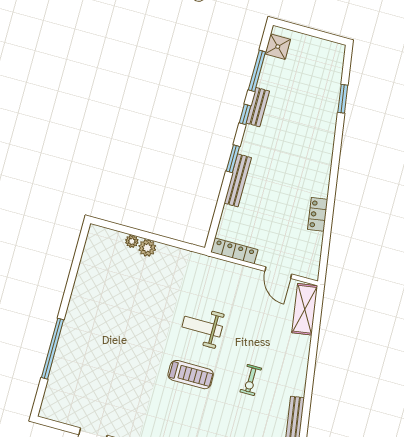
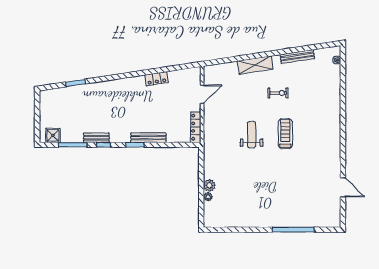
shelving: (305, 309) -> (255, 65), moved
weight bench: (202, 327) -> (252, 135), turned 180

